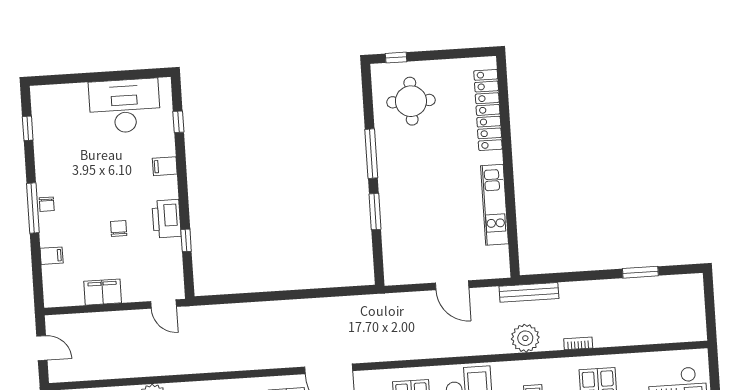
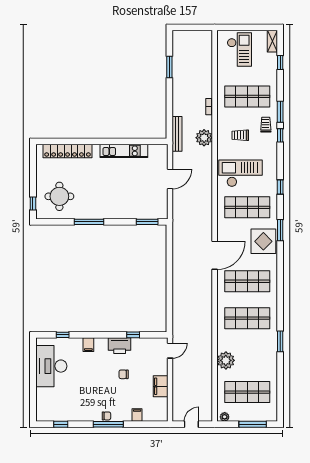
window: (375, 212) -> (147, 222), moved

